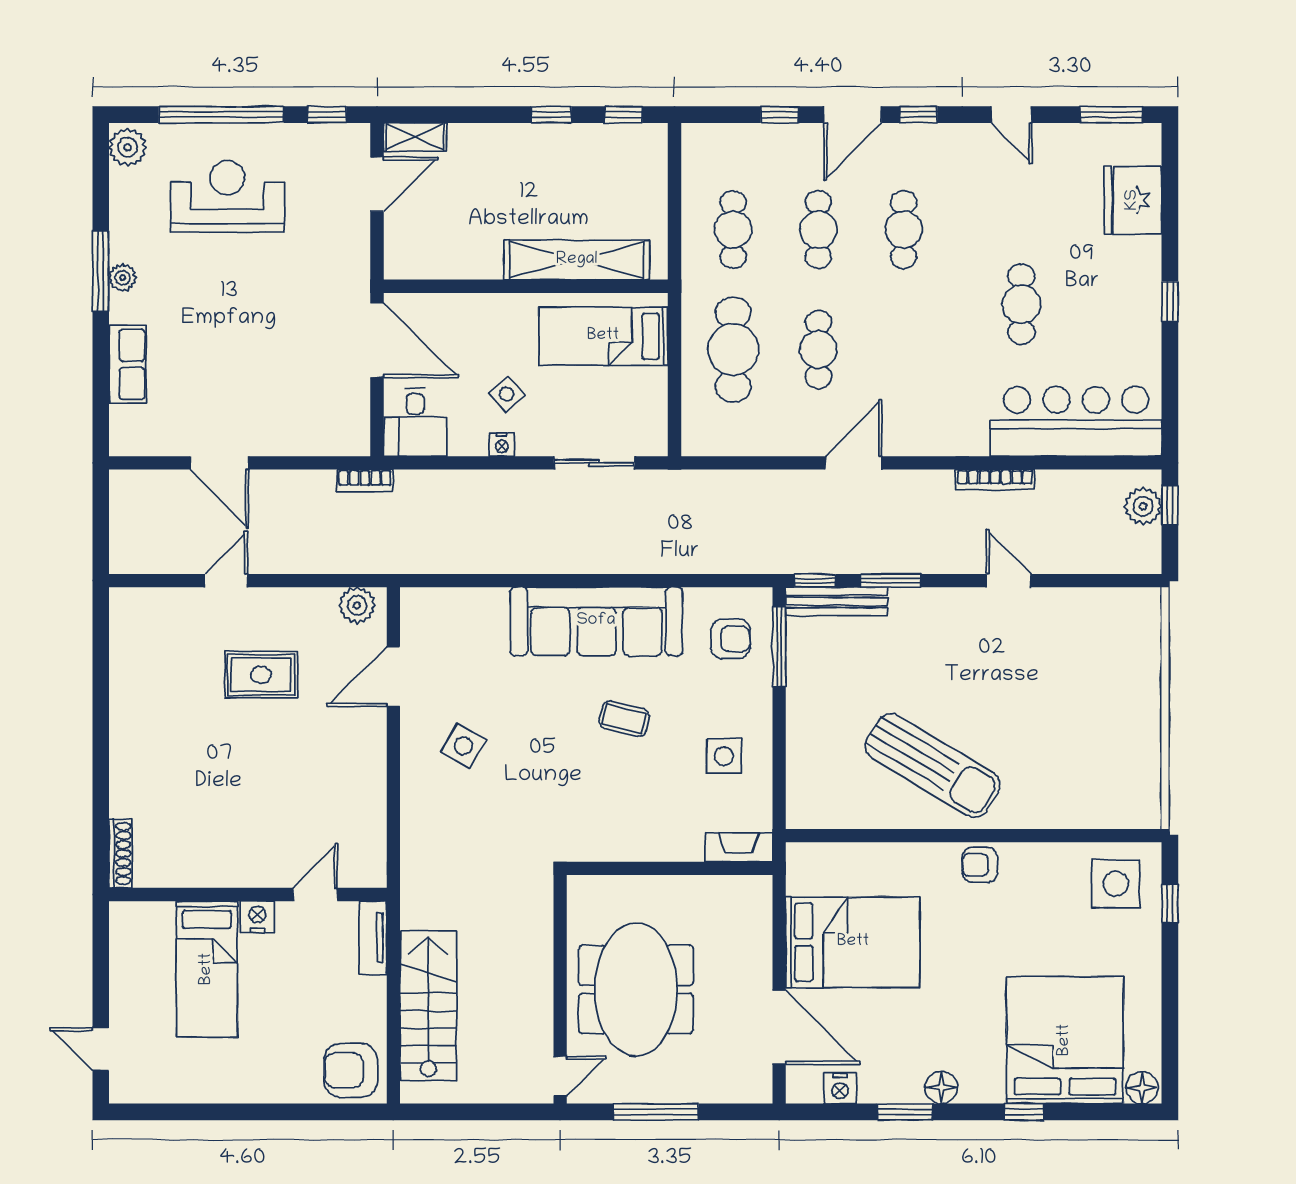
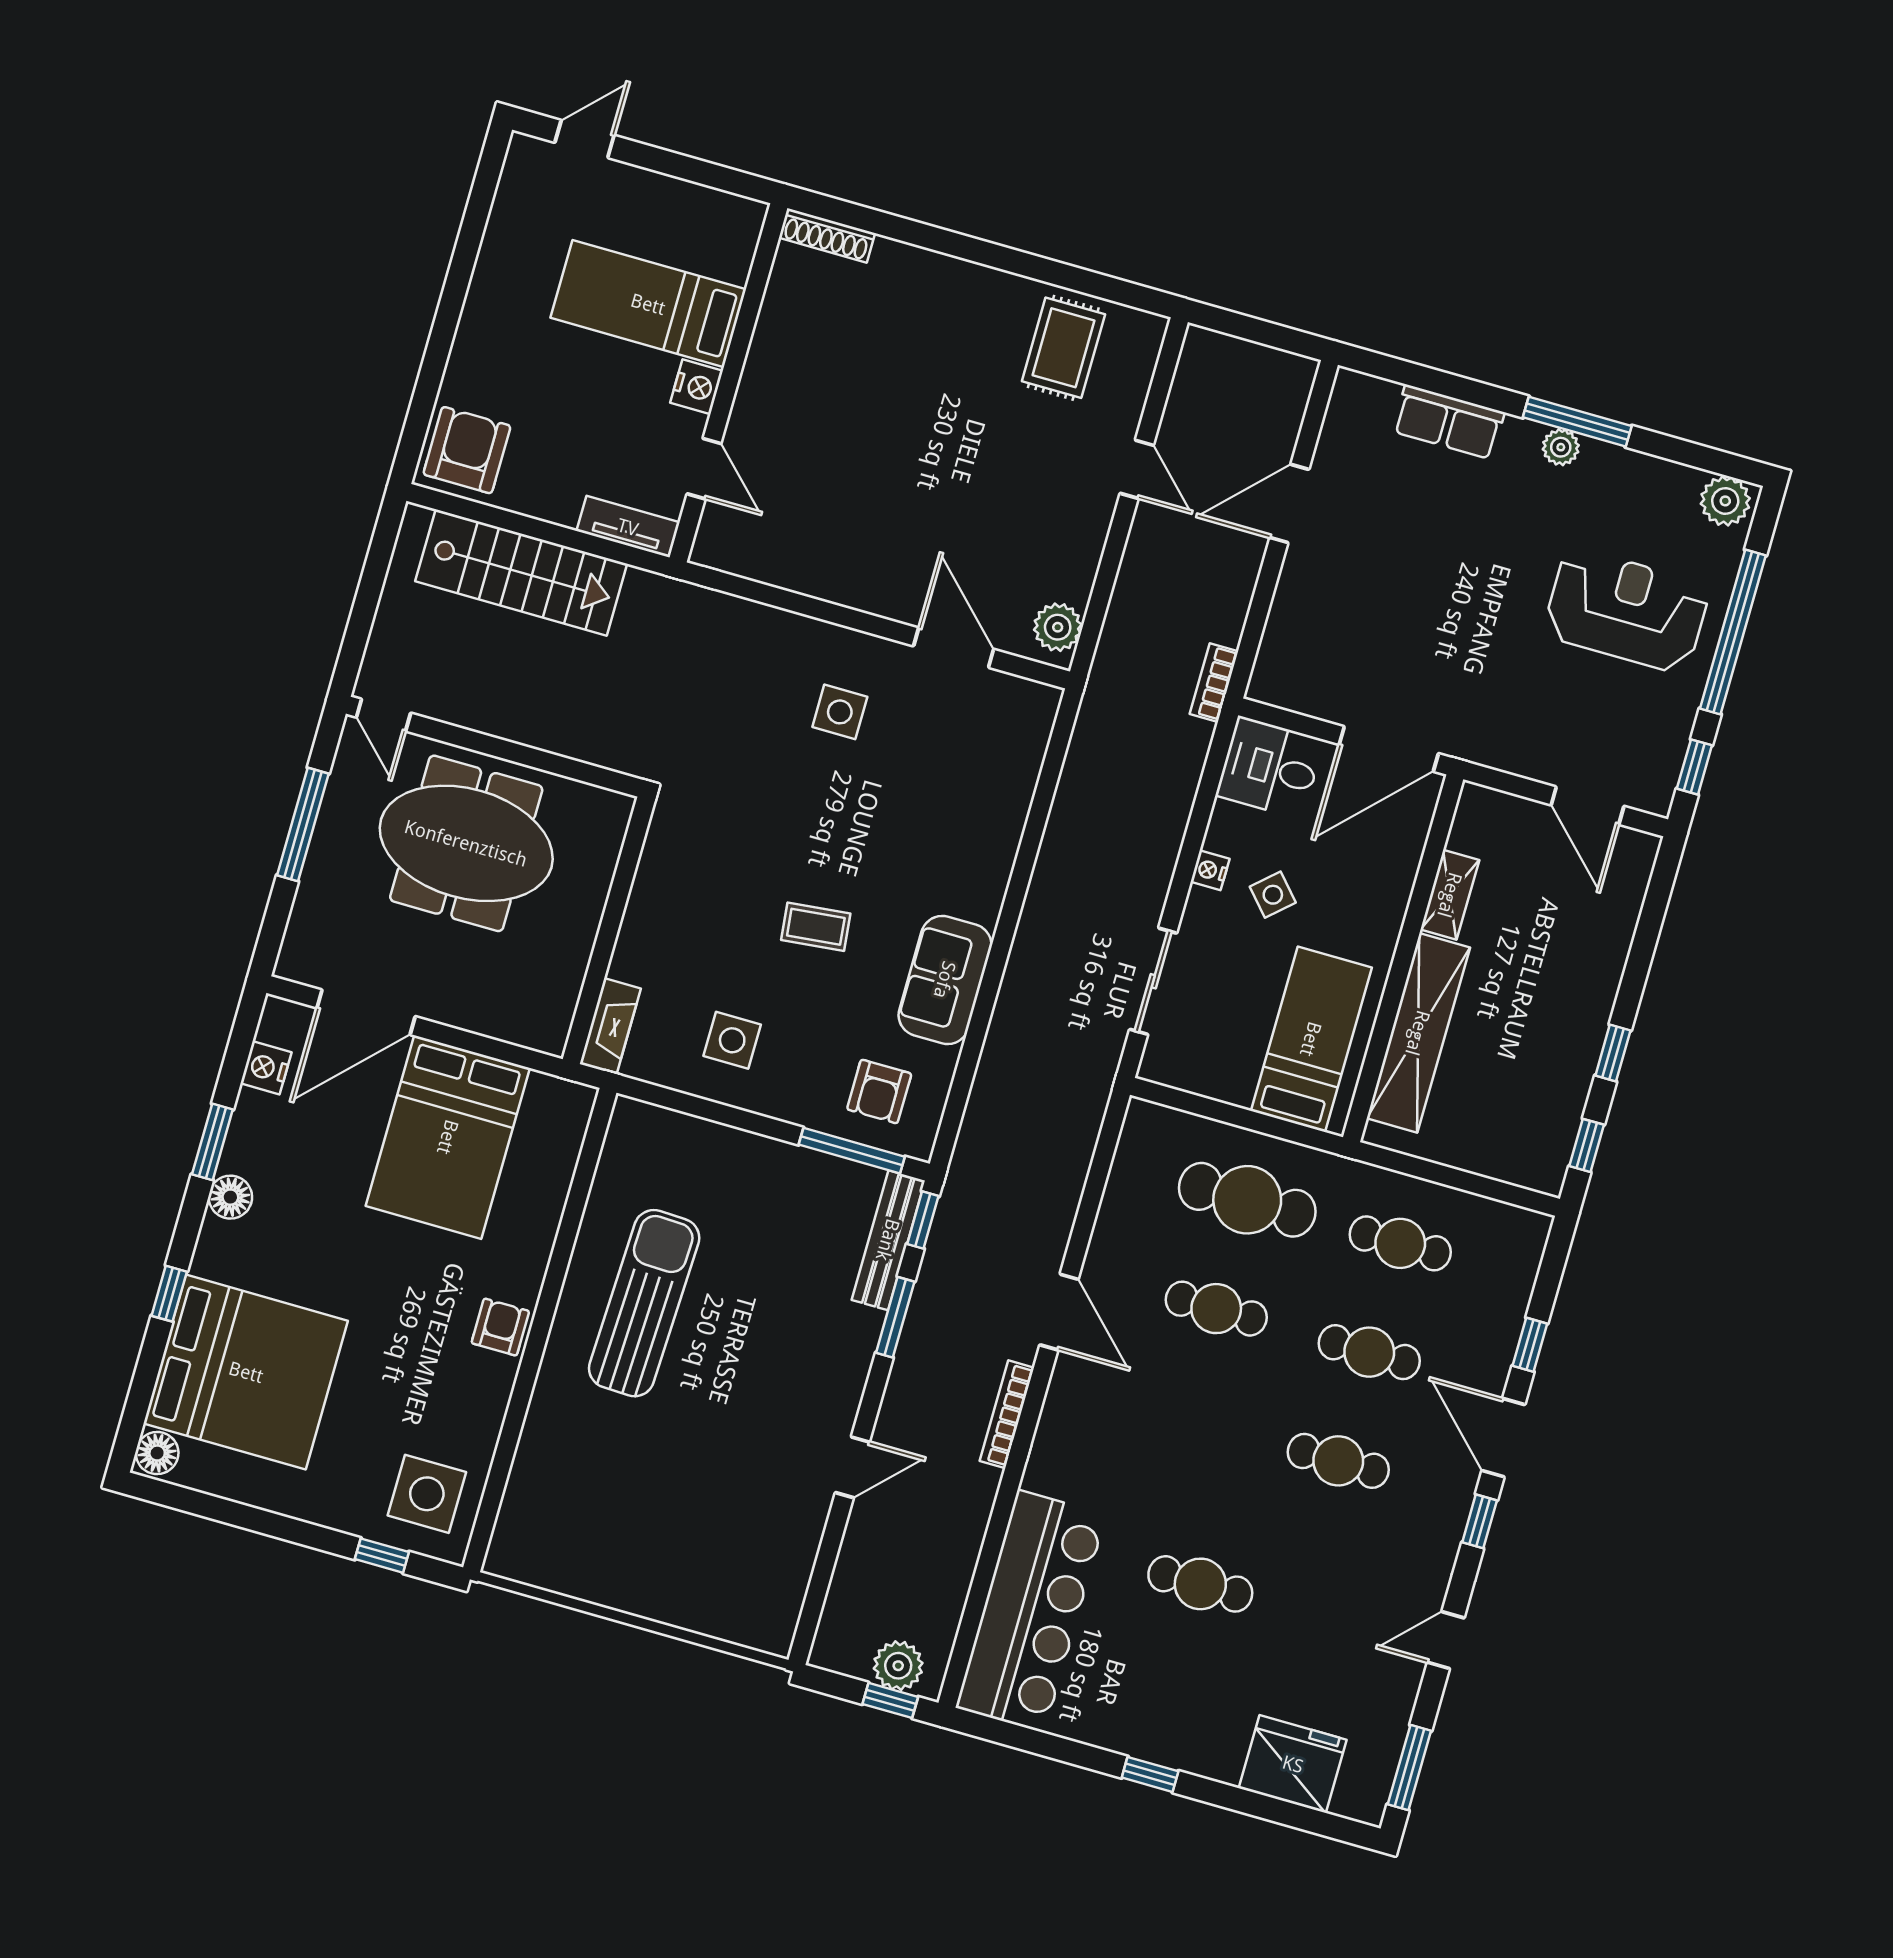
shelving: (415, 137) -> (1450, 895), moved
reception desk: (227, 196) -> (1626, 610), turned -90
bookcase: (995, 480) -> (1007, 1414), moved
sofa: (596, 621) -> (945, 980), width x0.54, depth x0.79
rug: (261, 675) -> (1063, 348), moved
coffee table: (624, 719) -> (816, 927), turned 70
side table: (463, 746) -> (840, 712), turned -30
sun lounger: (933, 765) -> (644, 1303), turned 151

